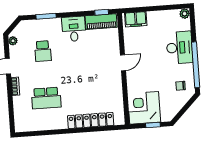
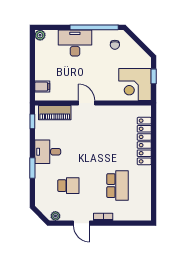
window: (46, 16) -> (32, 168), moved
filing cabinet: (136, 19) -> (42, 87), width x0.50
piano: (101, 22) -> (55, 113), moved, turned 90

